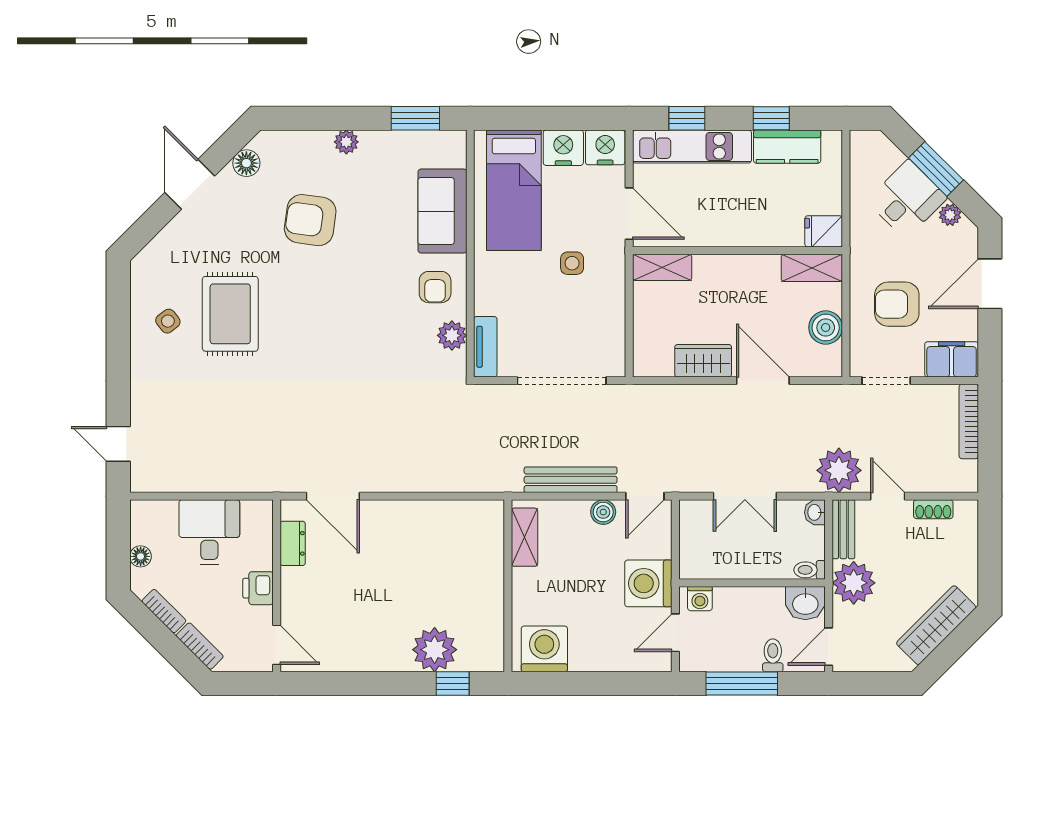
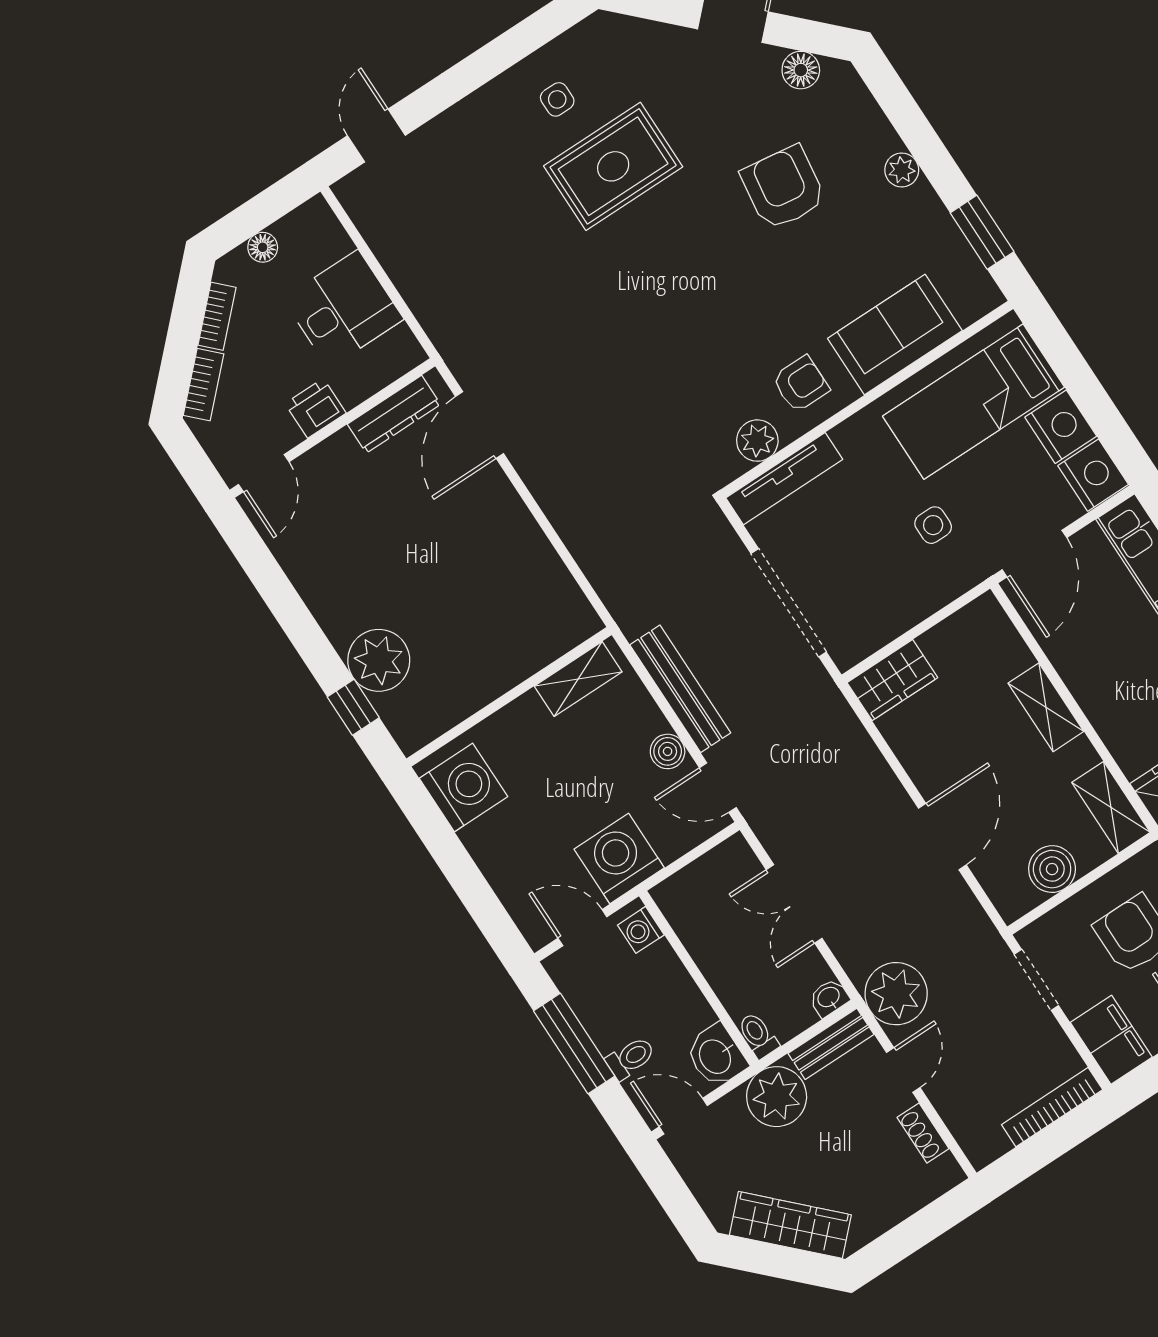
shelving: (662, 267) -> (1046, 707), moved
armchair: (435, 287) -> (801, 384), turned 180
side table: (168, 321) -> (557, 99), turned 38
tv unit: (485, 347) -> (784, 479), width x1.41
wardrobe: (703, 361) -> (892, 680), moved, turned 90
dresser: (293, 543) -> (394, 414), width x1.44

